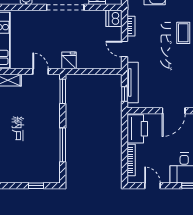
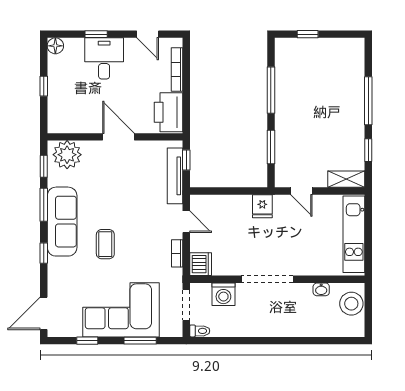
window: (63, 91) -> (271, 147), moved
door: (174, 111) -> (119, 137), hinge flipped

